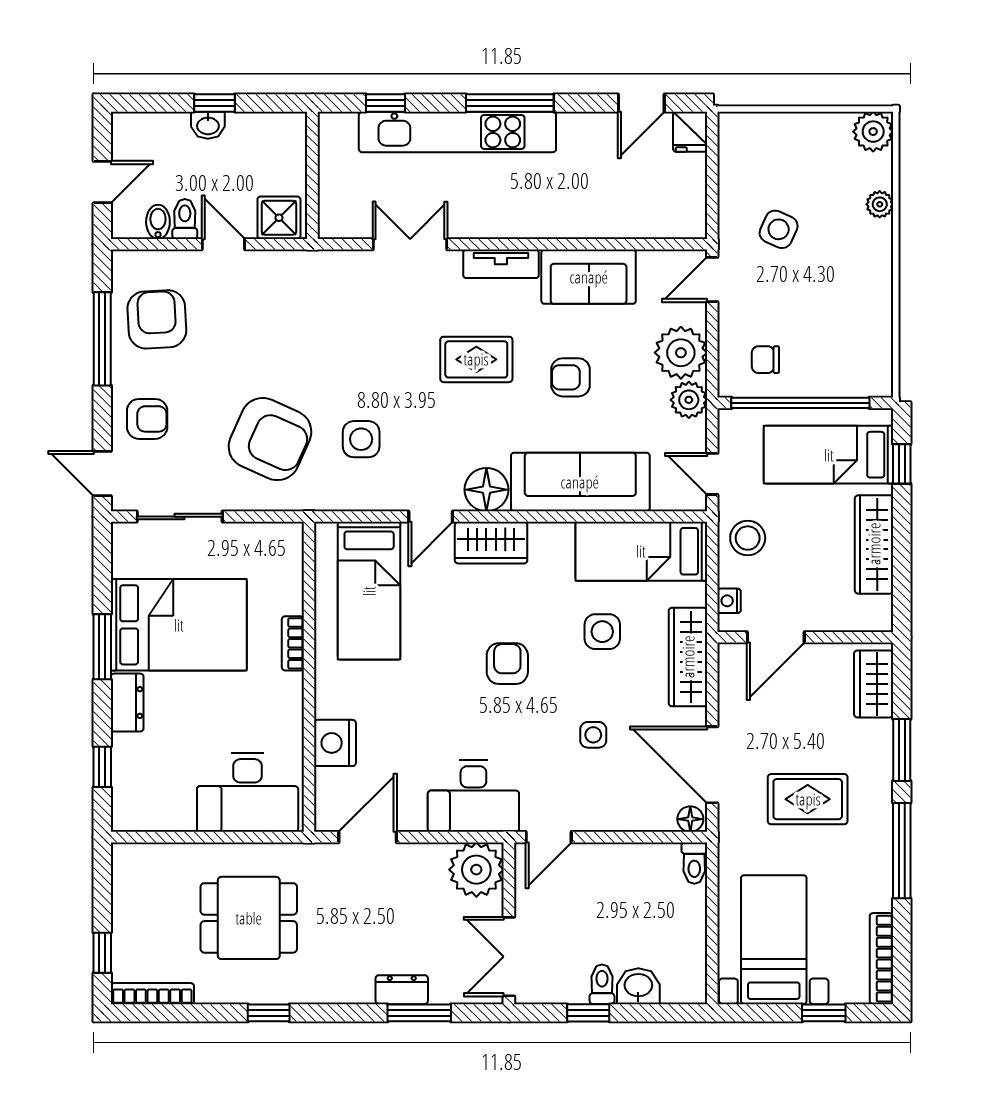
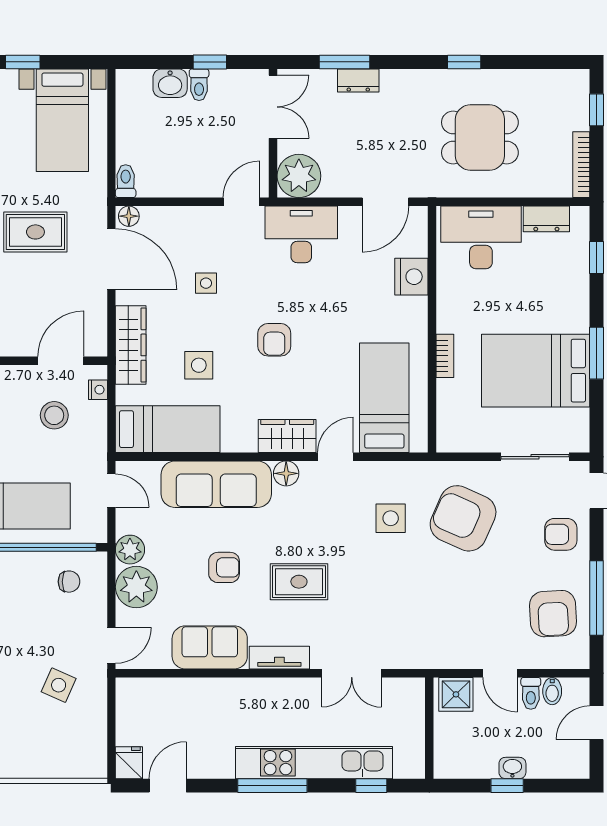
floor lamp: (486, 490) -> (286, 473), width x0.73, depth x0.73
stool: (748, 538) -> (54, 415), moved
dresser: (127, 703) -> (546, 219), moved, turned -90
bookcase: (152, 994) -> (581, 165), moved, turned 90

